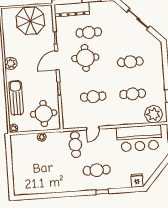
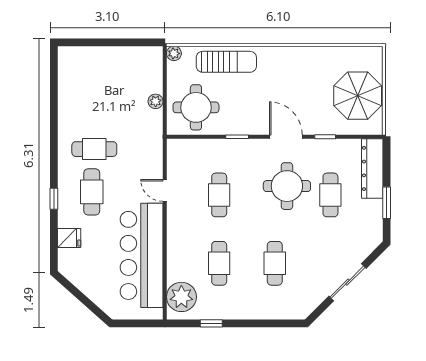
plant: (11, 63) -> (286, 57), removed
bar counter: (139, 138) -> (142, 255), width x1.36
cafe table: (75, 145) -> (94, 149), moved
fridge: (137, 181) -> (69, 238), moved

